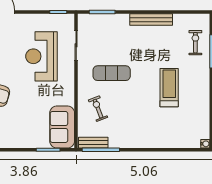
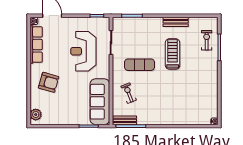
bench: (151, 20) -> (176, 22), width x0.73
treadmill: (169, 88) -> (173, 54), moved
sofa: (62, 127) -> (100, 102), width x1.36

